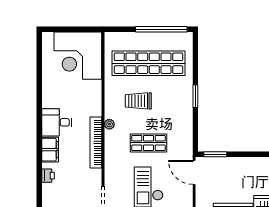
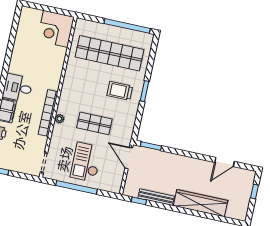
corner desk: (78, 56) -> (56, 29), width x0.74, depth x0.74
trolley: (138, 101) -> (120, 91), moved
plant: (109, 124) -> (59, 119), moved

